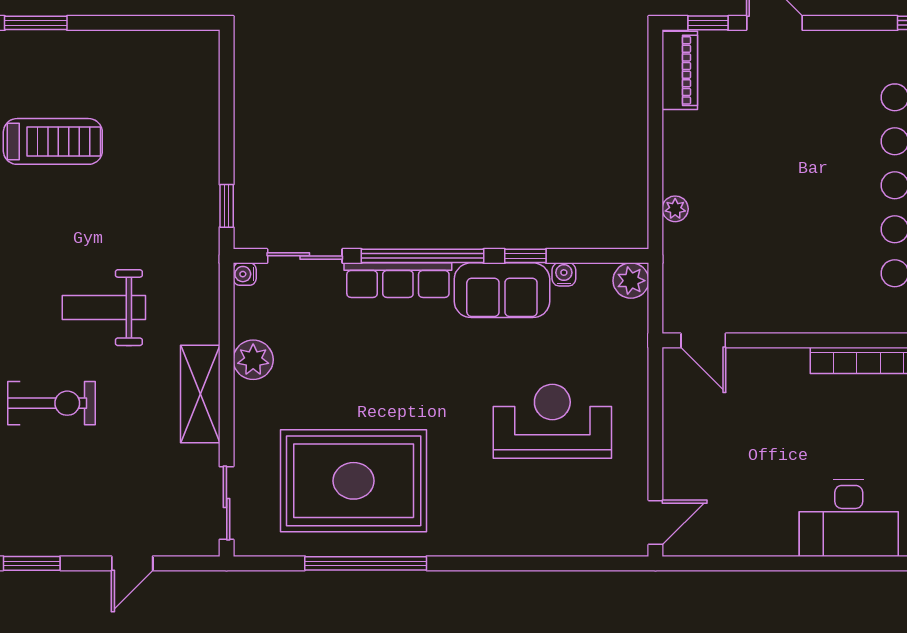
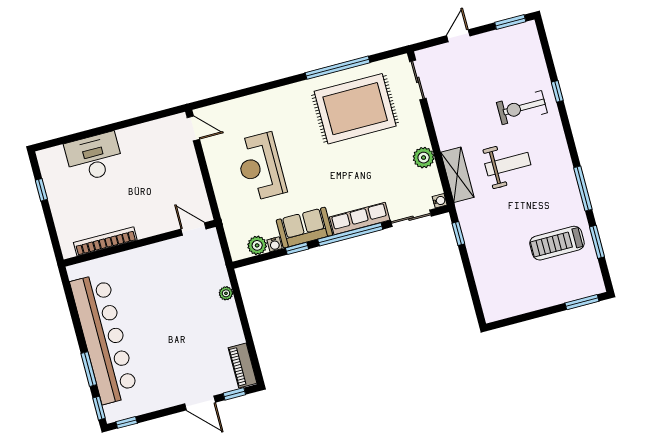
plant: (631, 281) -> (257, 245), moved
shelving: (200, 394) -> (457, 175), moved
reception desk: (552, 421) -> (260, 167), turned 90
door: (655, 522) -> (193, 128), swing flipped

